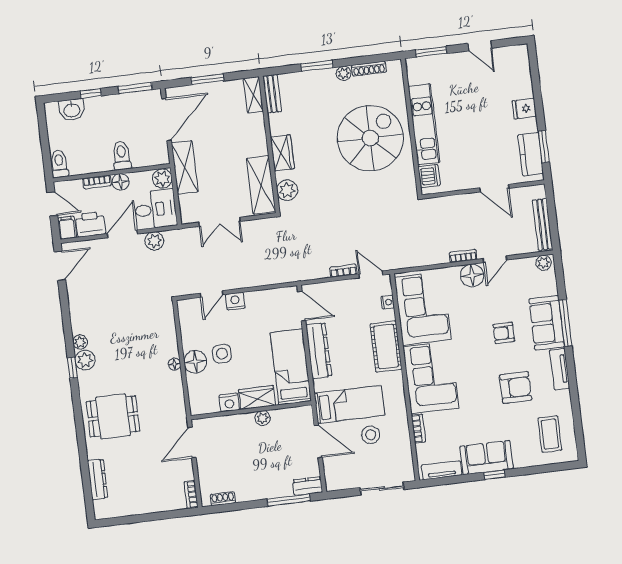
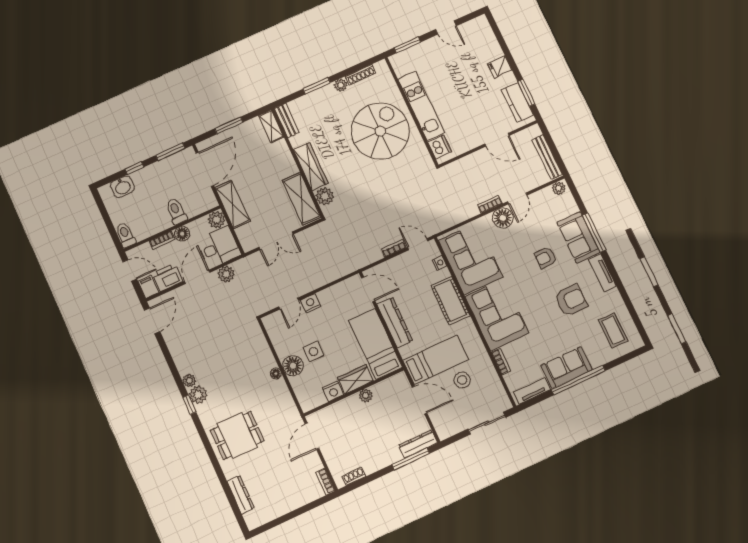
wardrobe: (282, 153) -> (311, 167), width x1.50
window: (494, 475) -> (578, 380), width x3.17
dresser: (308, 486) -> (418, 444), width x1.44

